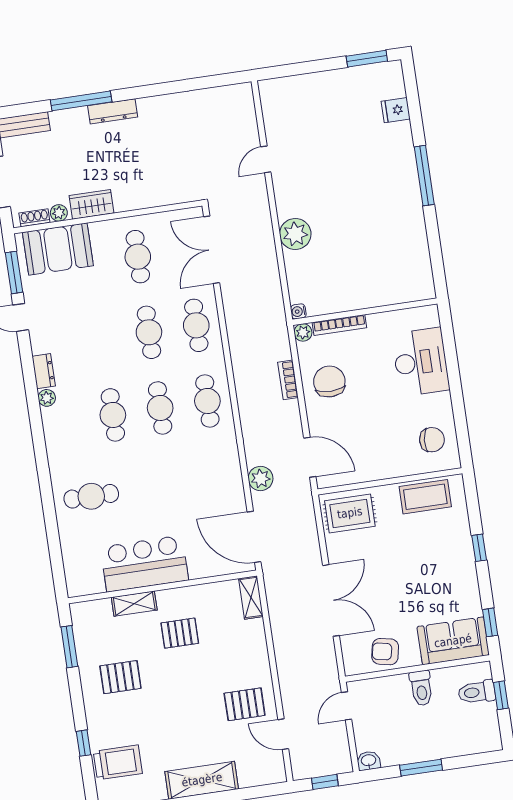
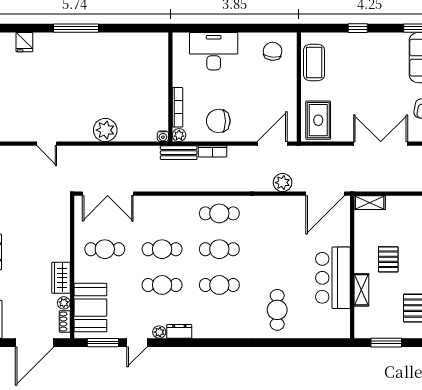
cafe table: (196, 325) -> (162, 285), moved
bench: (280, 335) -> (179, 153), added
plant: (47, 398) -> (159, 332), moved

